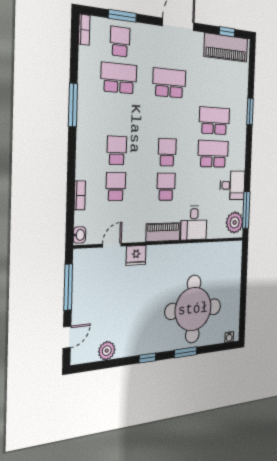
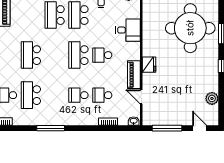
school desk: (167, 152) -> (78, 55), width x1.85
piano: (163, 232) -> (134, 75), moved
fridge: (136, 255) -> (149, 65), moved

